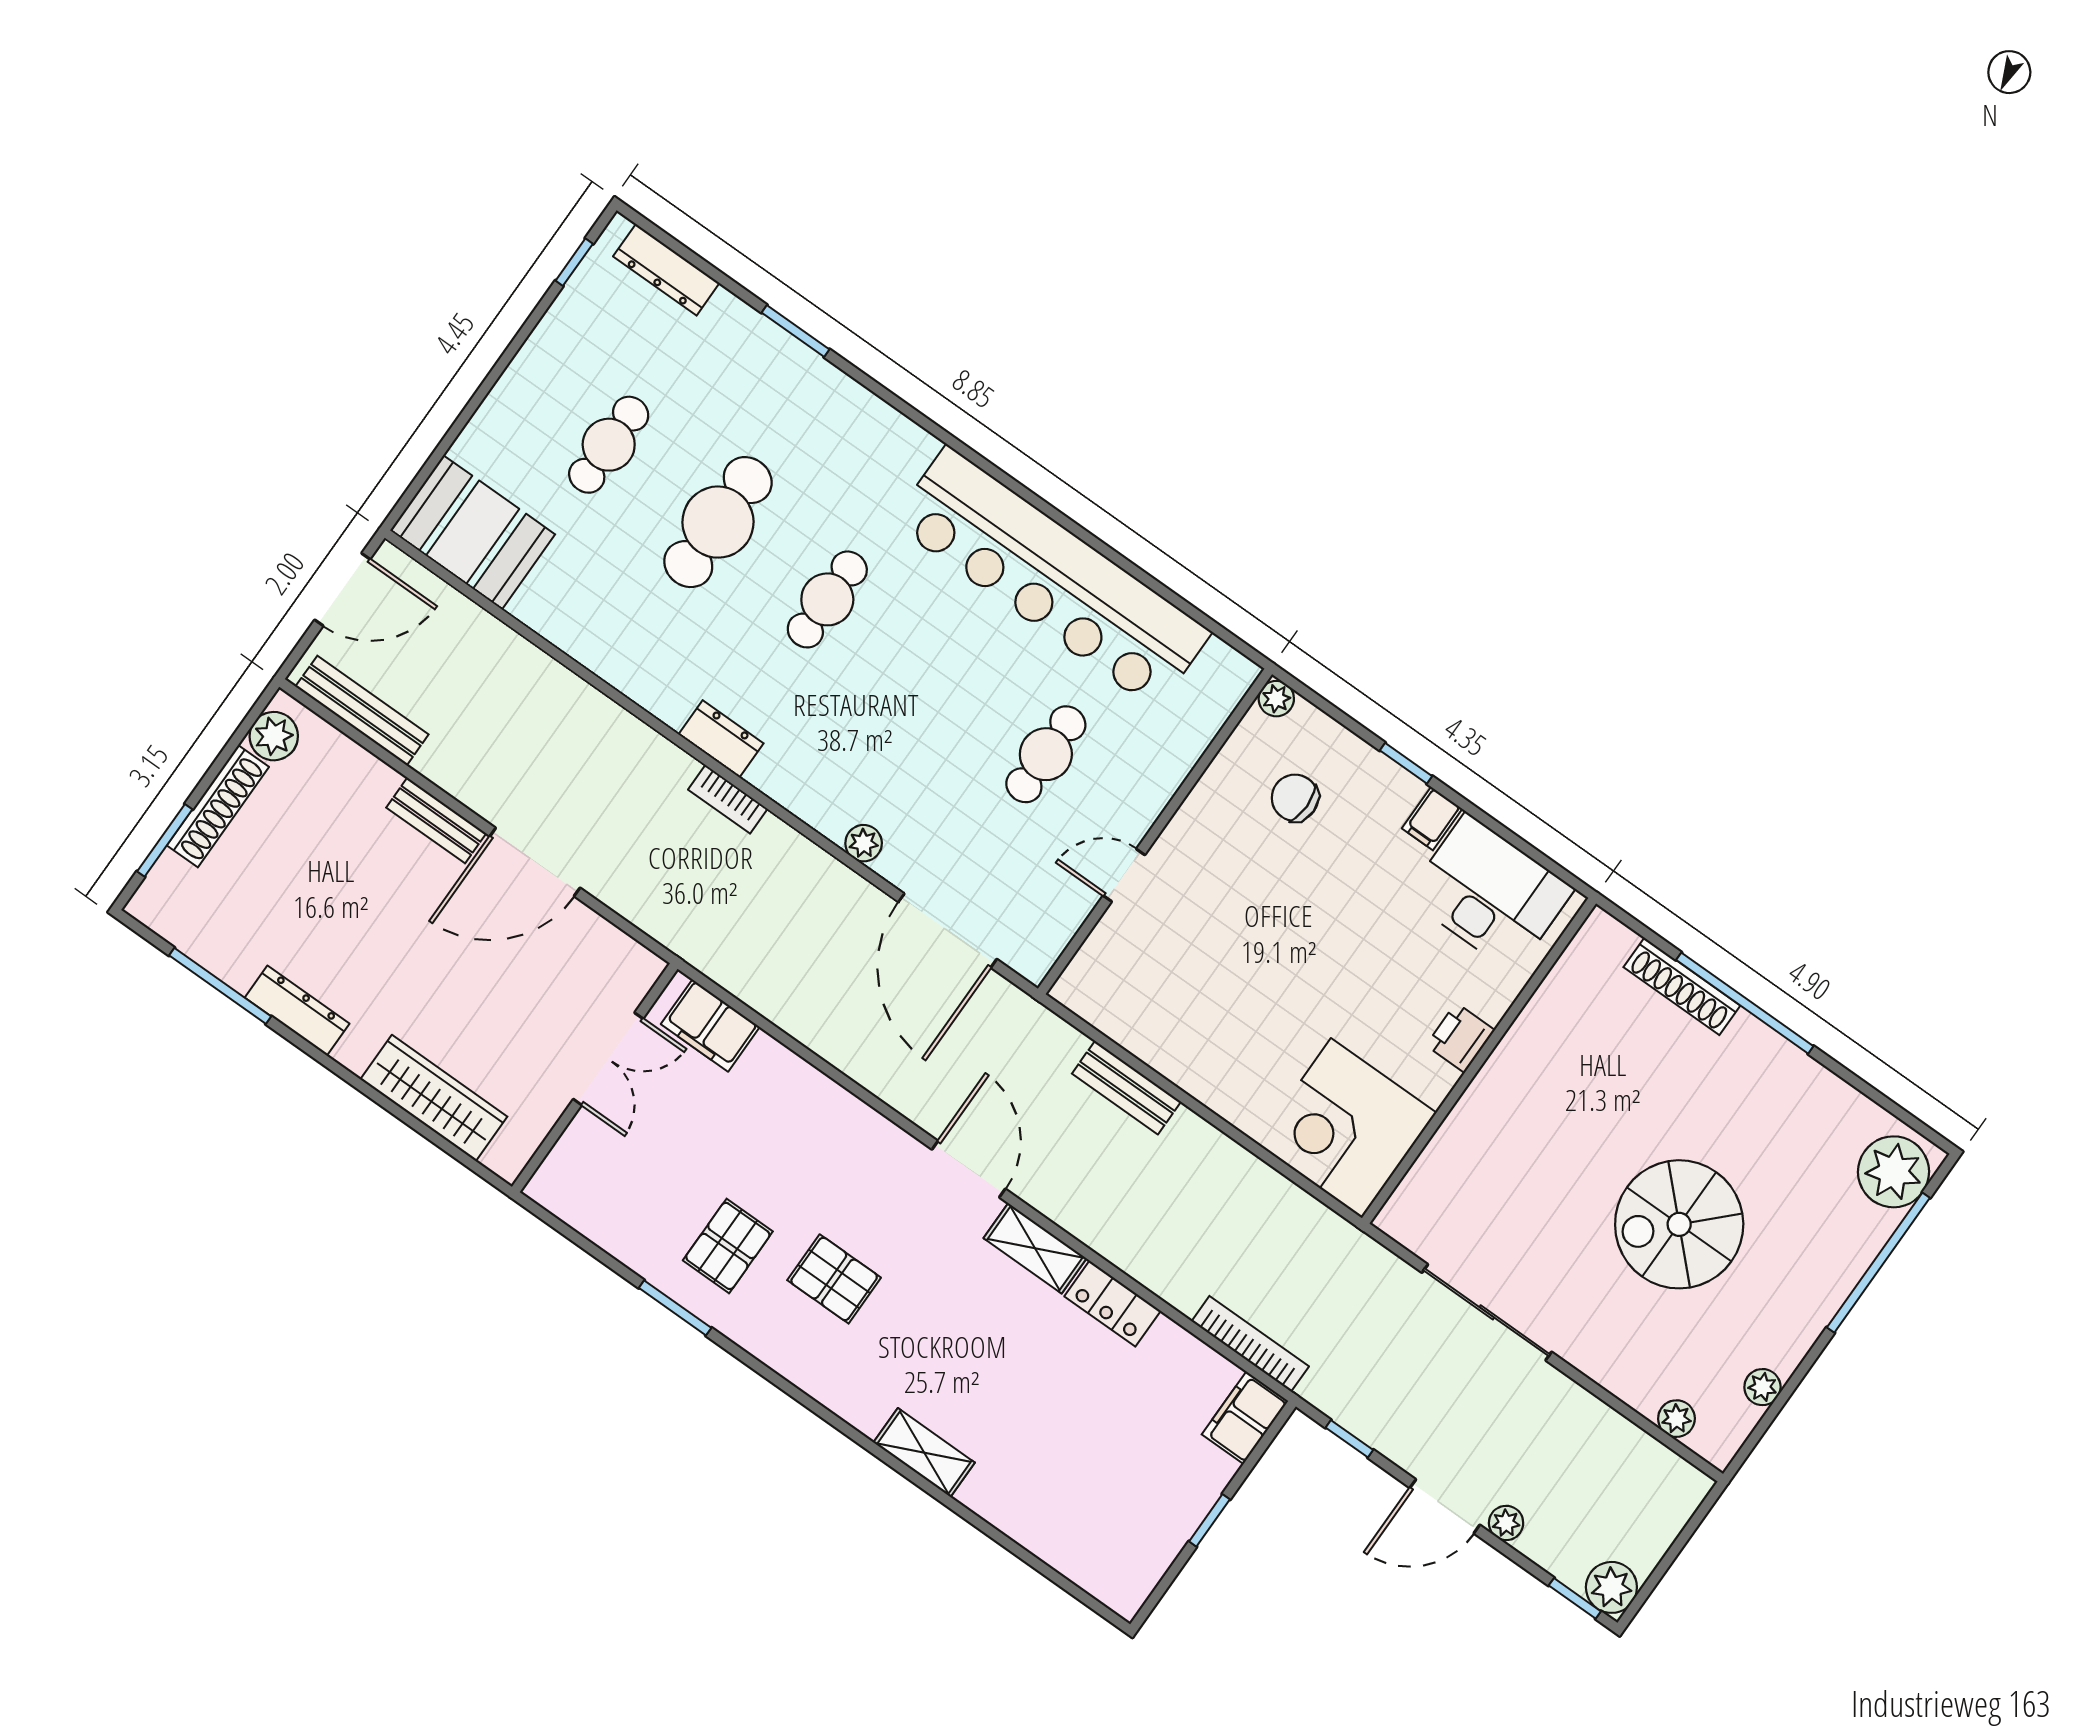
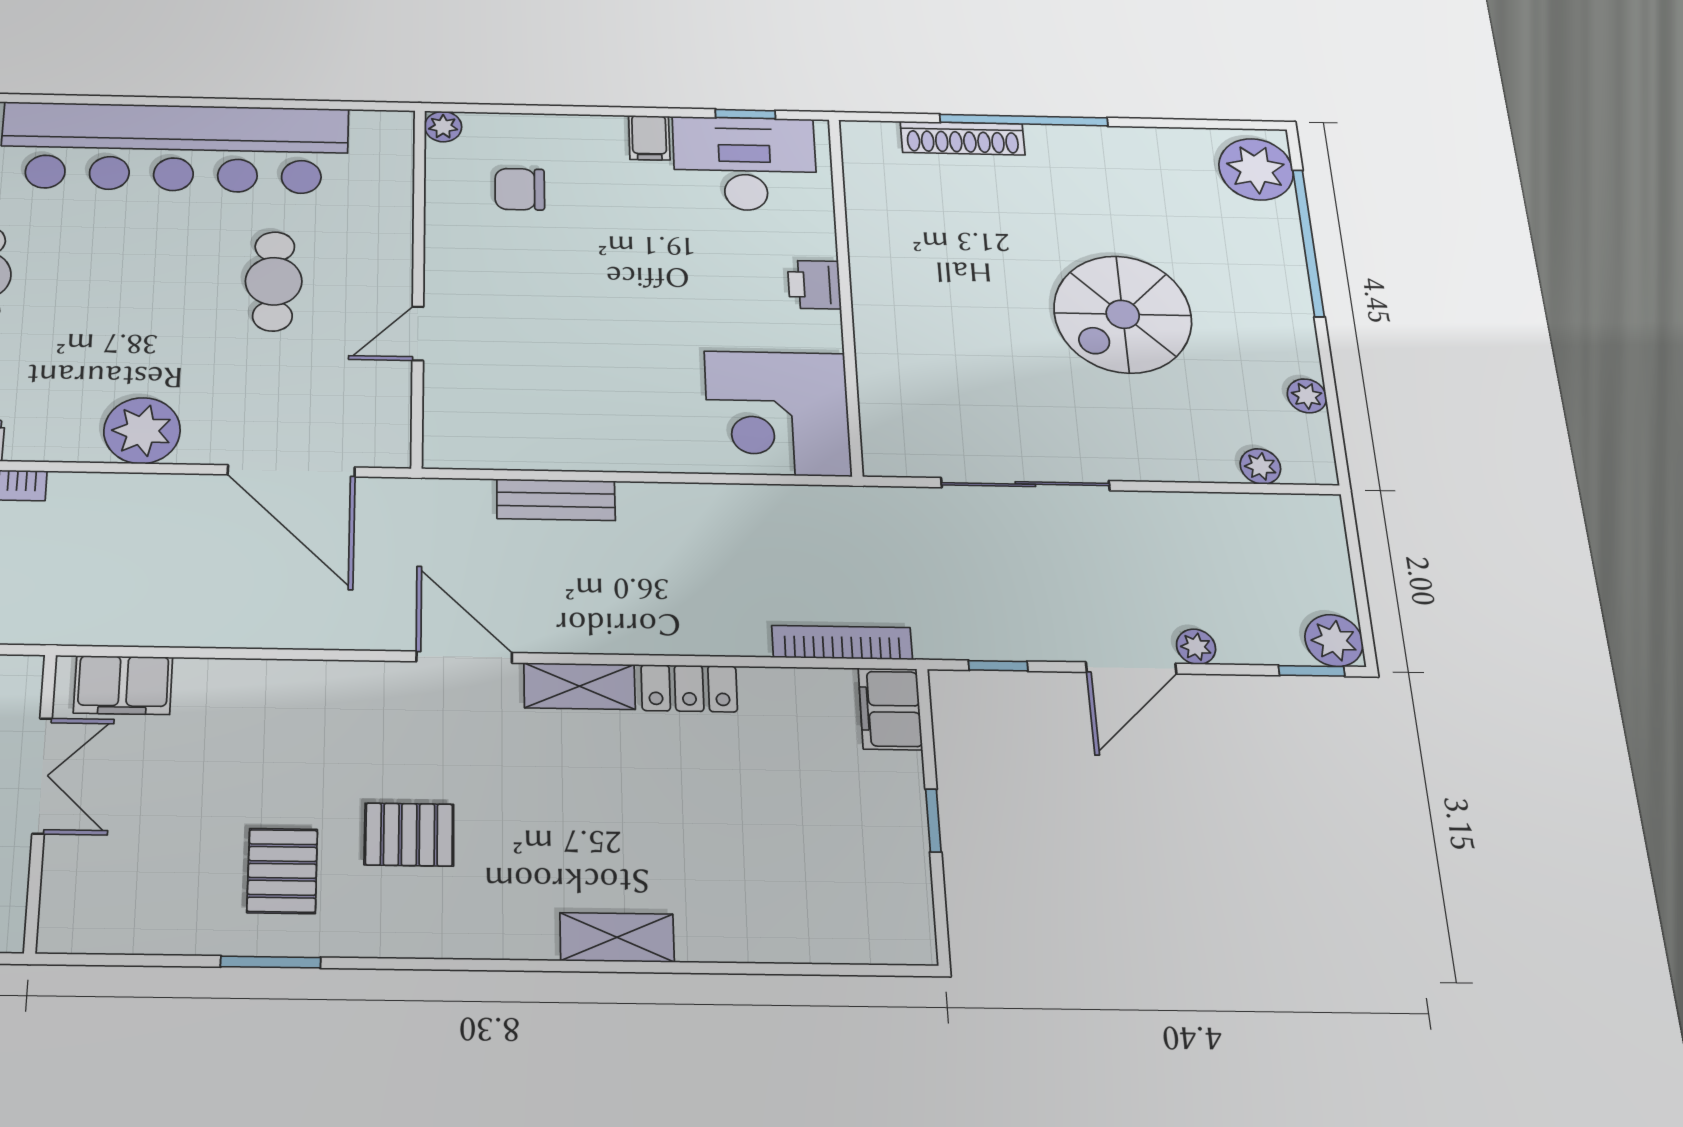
window: (1406, 763) -> (745, 114), moved
plant: (864, 843) -> (142, 431), width x1.88, depth x1.88

